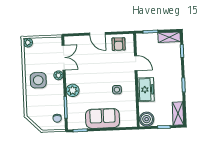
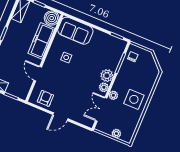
door: (97, 34) -> (60, 117), swing flipped
plant: (28, 42) -> (116, 134), moved
plant: (70, 79) -> (104, 87), added
freezer: (146, 90) -> (41, 41), width x1.40
sofa: (103, 118) -> (75, 31), moved

